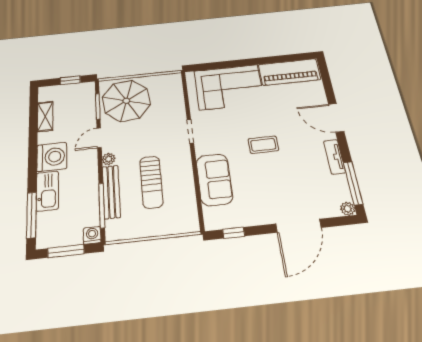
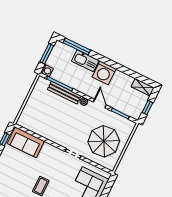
parasol: (126, 101) -> (104, 141), moved
shelving: (45, 116) -> (143, 87), moved
sofa: (214, 180) -> (26, 142), moved
sun lounger: (151, 182) -> (57, 116), removed

